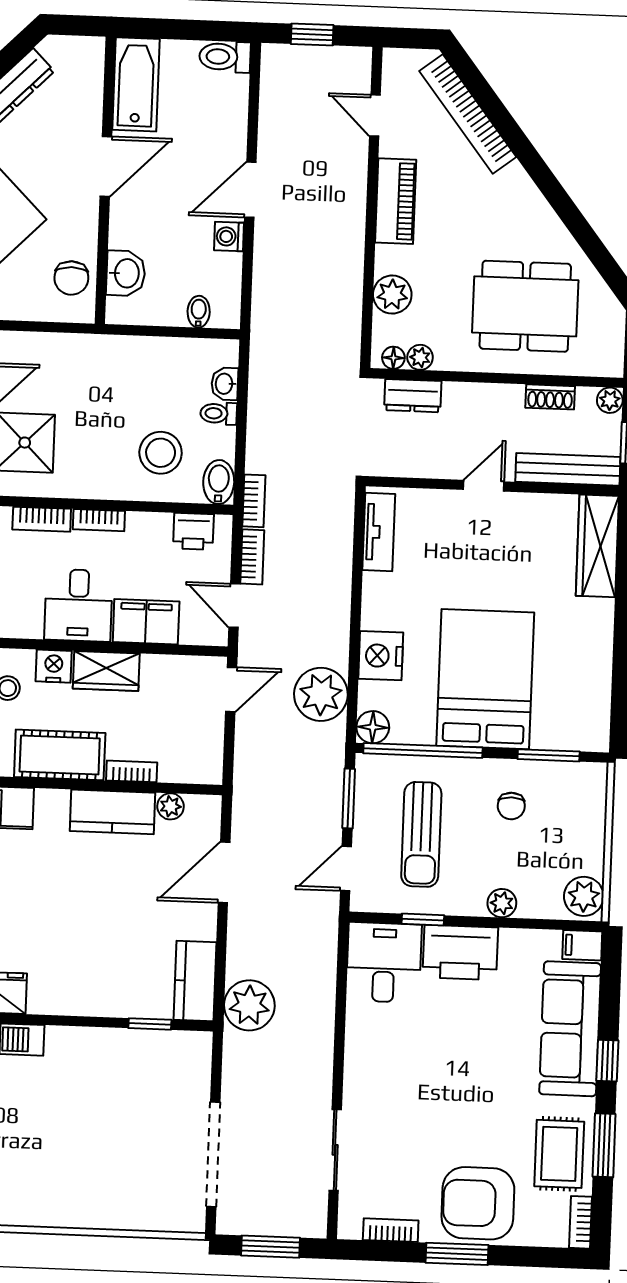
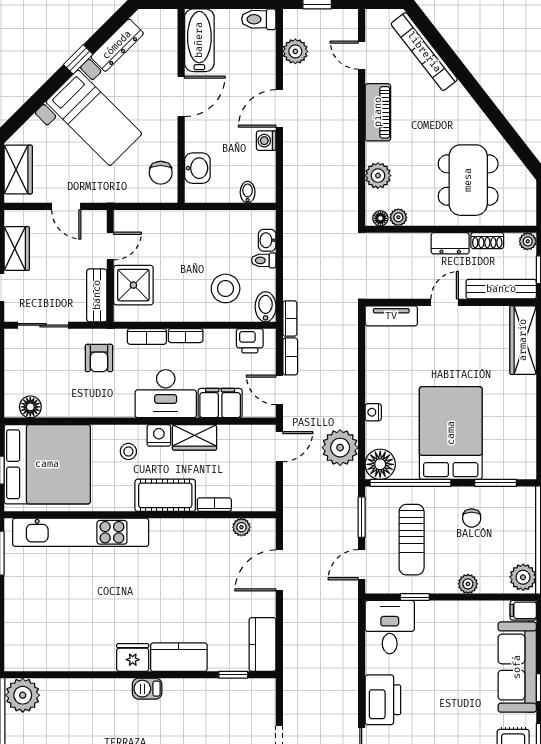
dining table: (525, 306) -> (468, 180), turned 90
dresser: (413, 396) -> (450, 243), moved
tv unit: (379, 532) -> (391, 316), moved, turned 90
desk: (78, 605) -> (166, 394), width x1.37
nightstand: (381, 656) -> (373, 412), width x0.53, depth x0.56
floor lamp: (373, 727) -> (380, 464), width x1.38, depth x1.38
kitchen counter: (112, 812) -> (179, 657), moved, turned 180
printer: (460, 952) -> (383, 700), moved, turned -90
plant: (249, 1005) -> (295, 51), moved, width x0.73, depth x0.73

